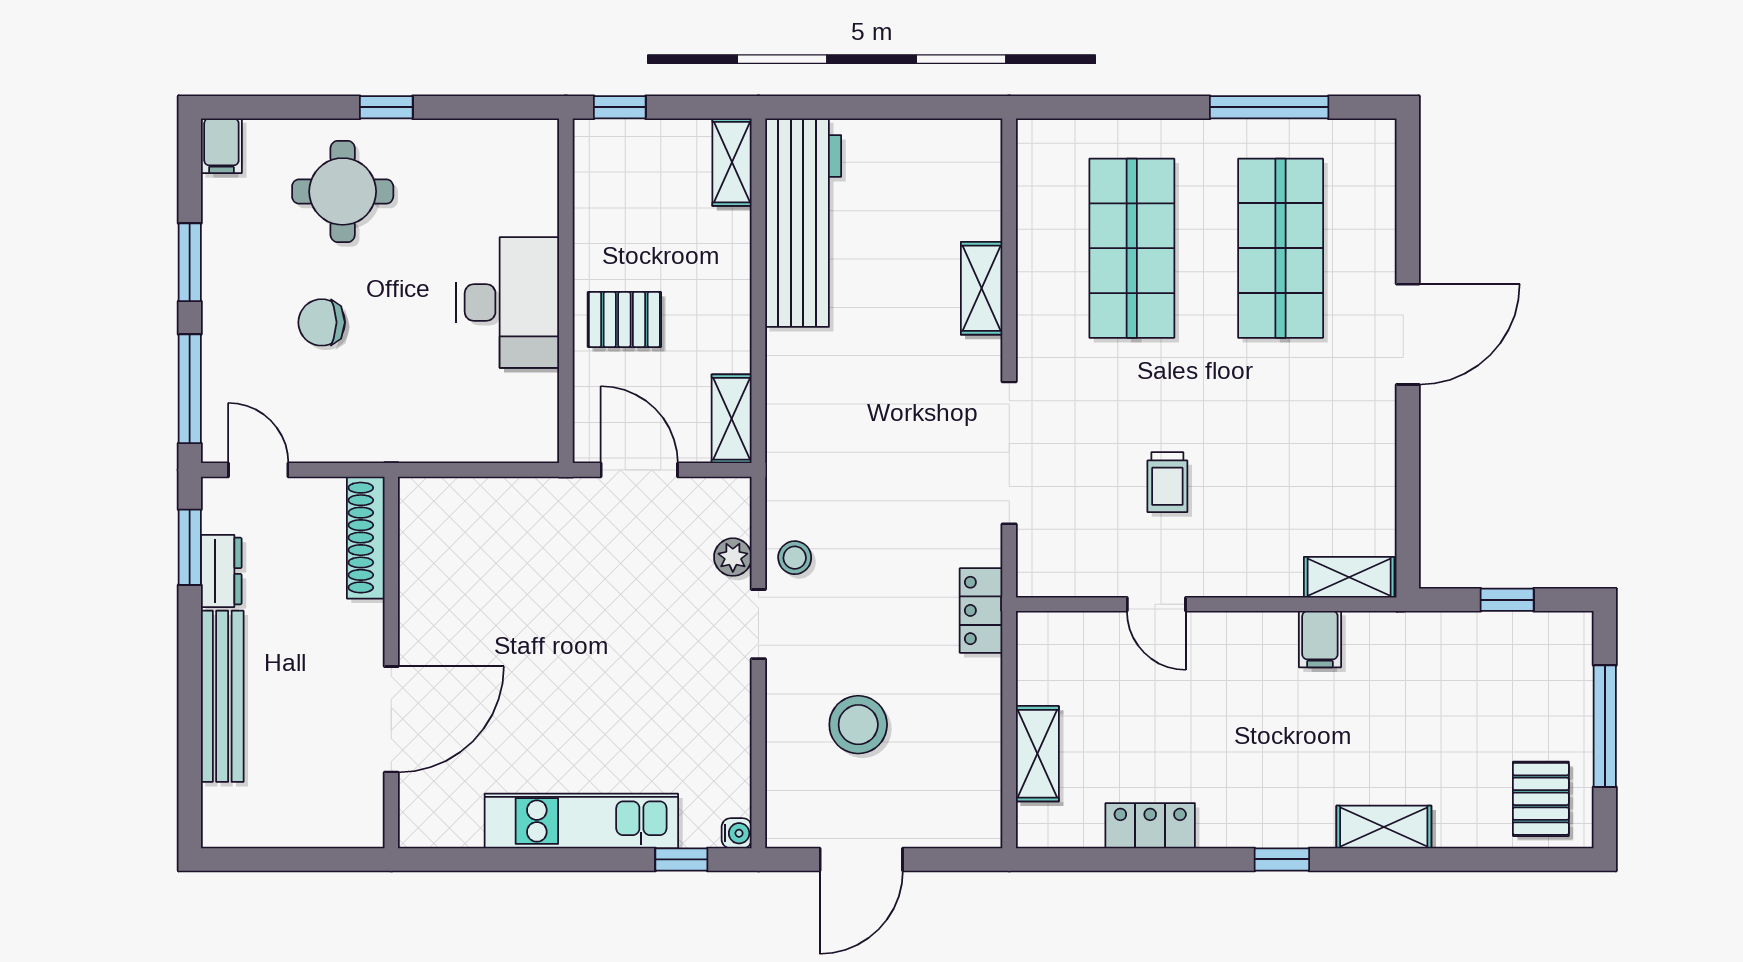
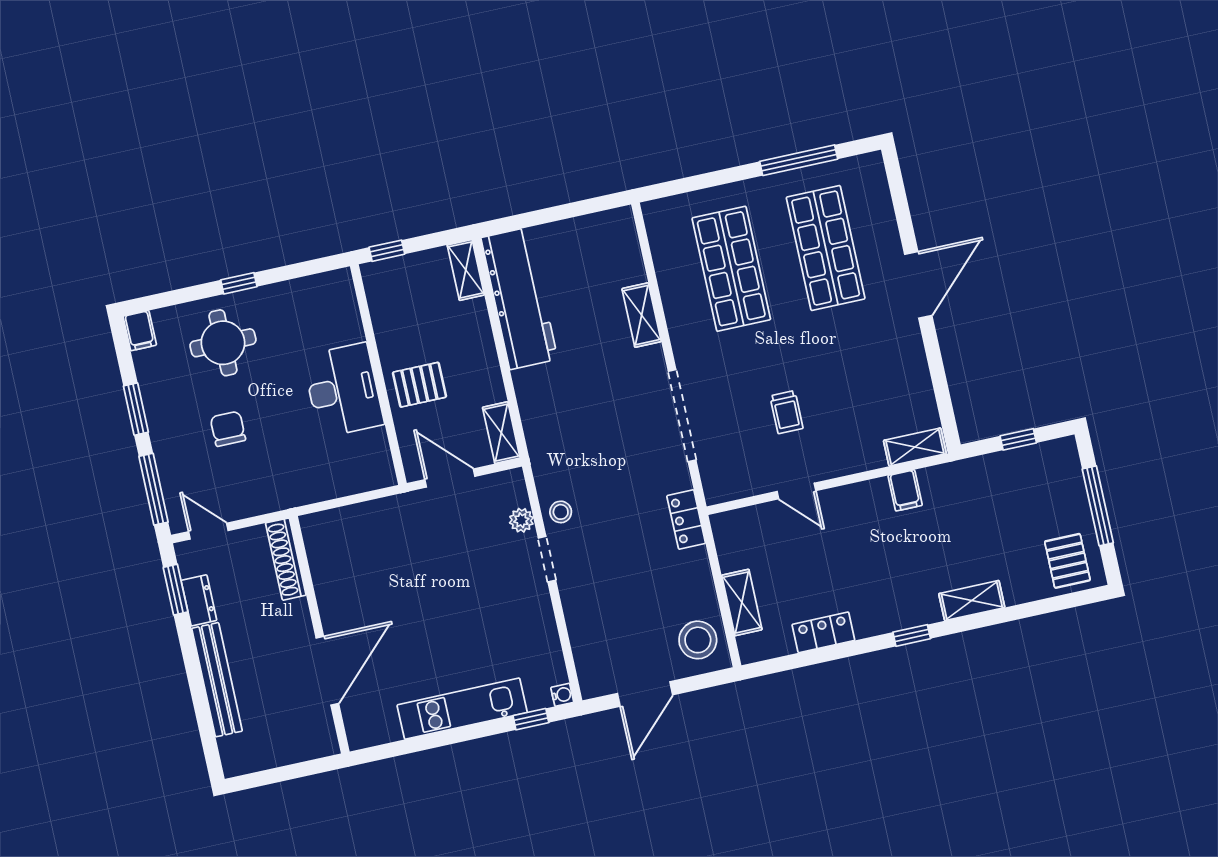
chair: (322, 322) -> (228, 429), turned 90
stool: (858, 725) -> (698, 640), moved

